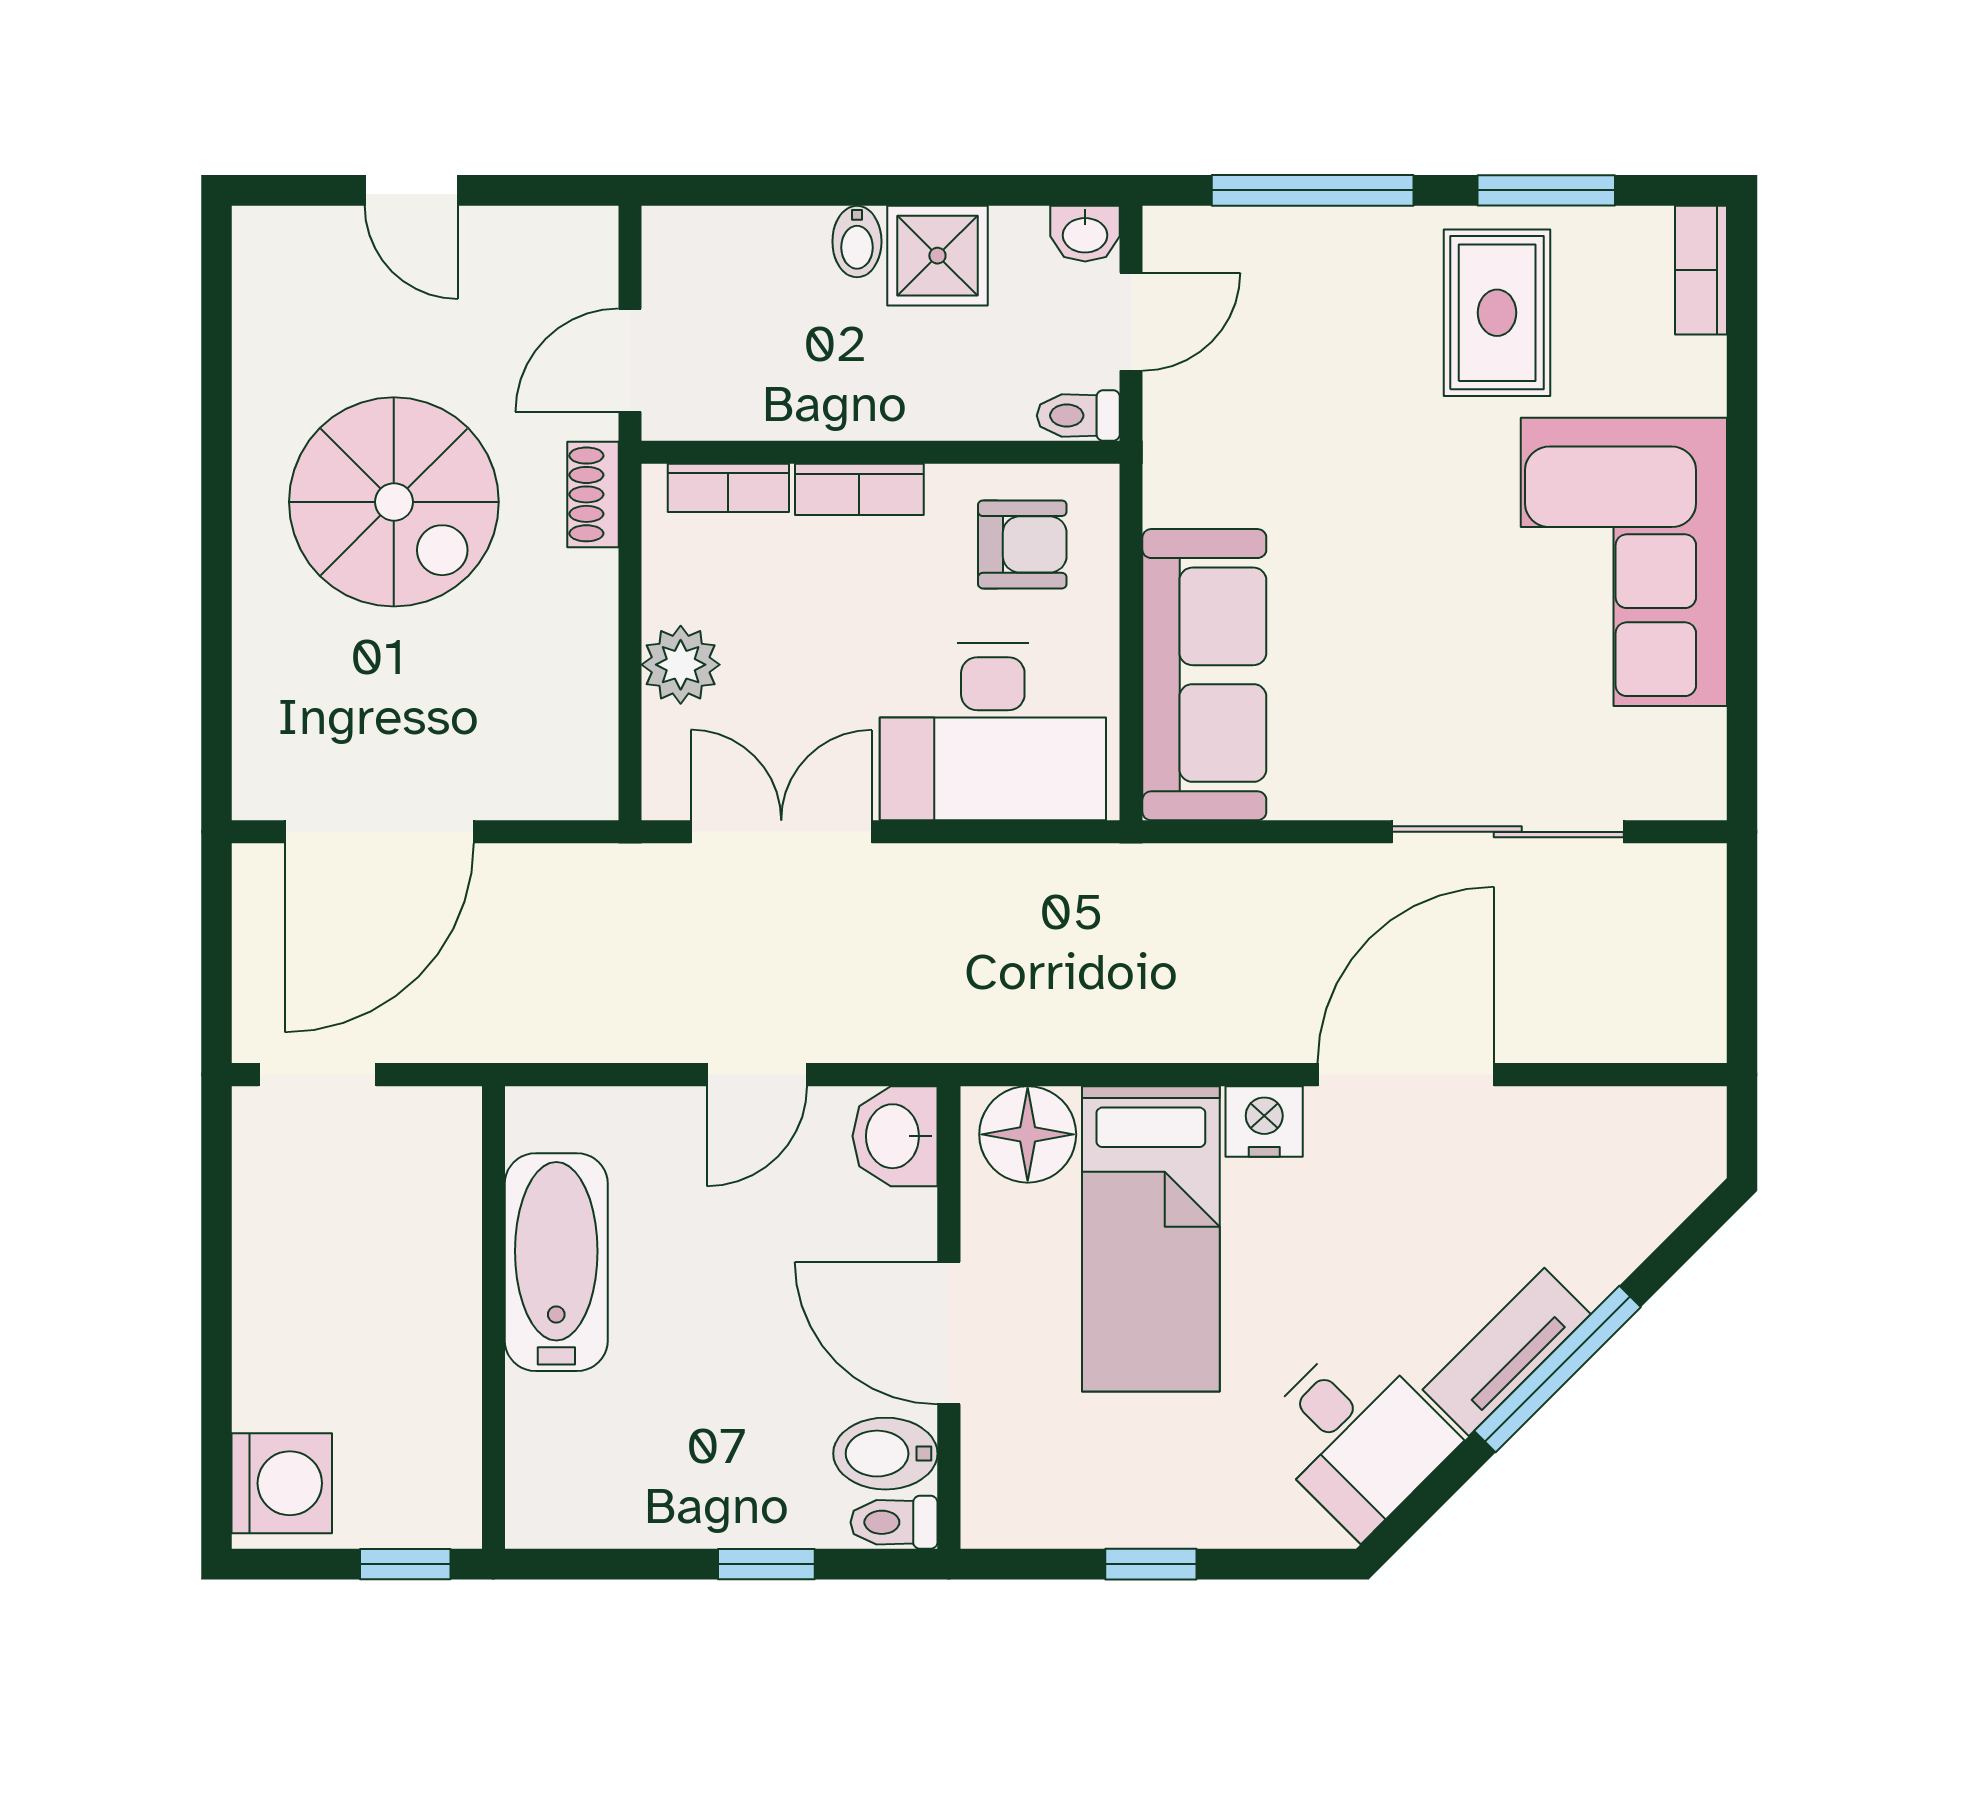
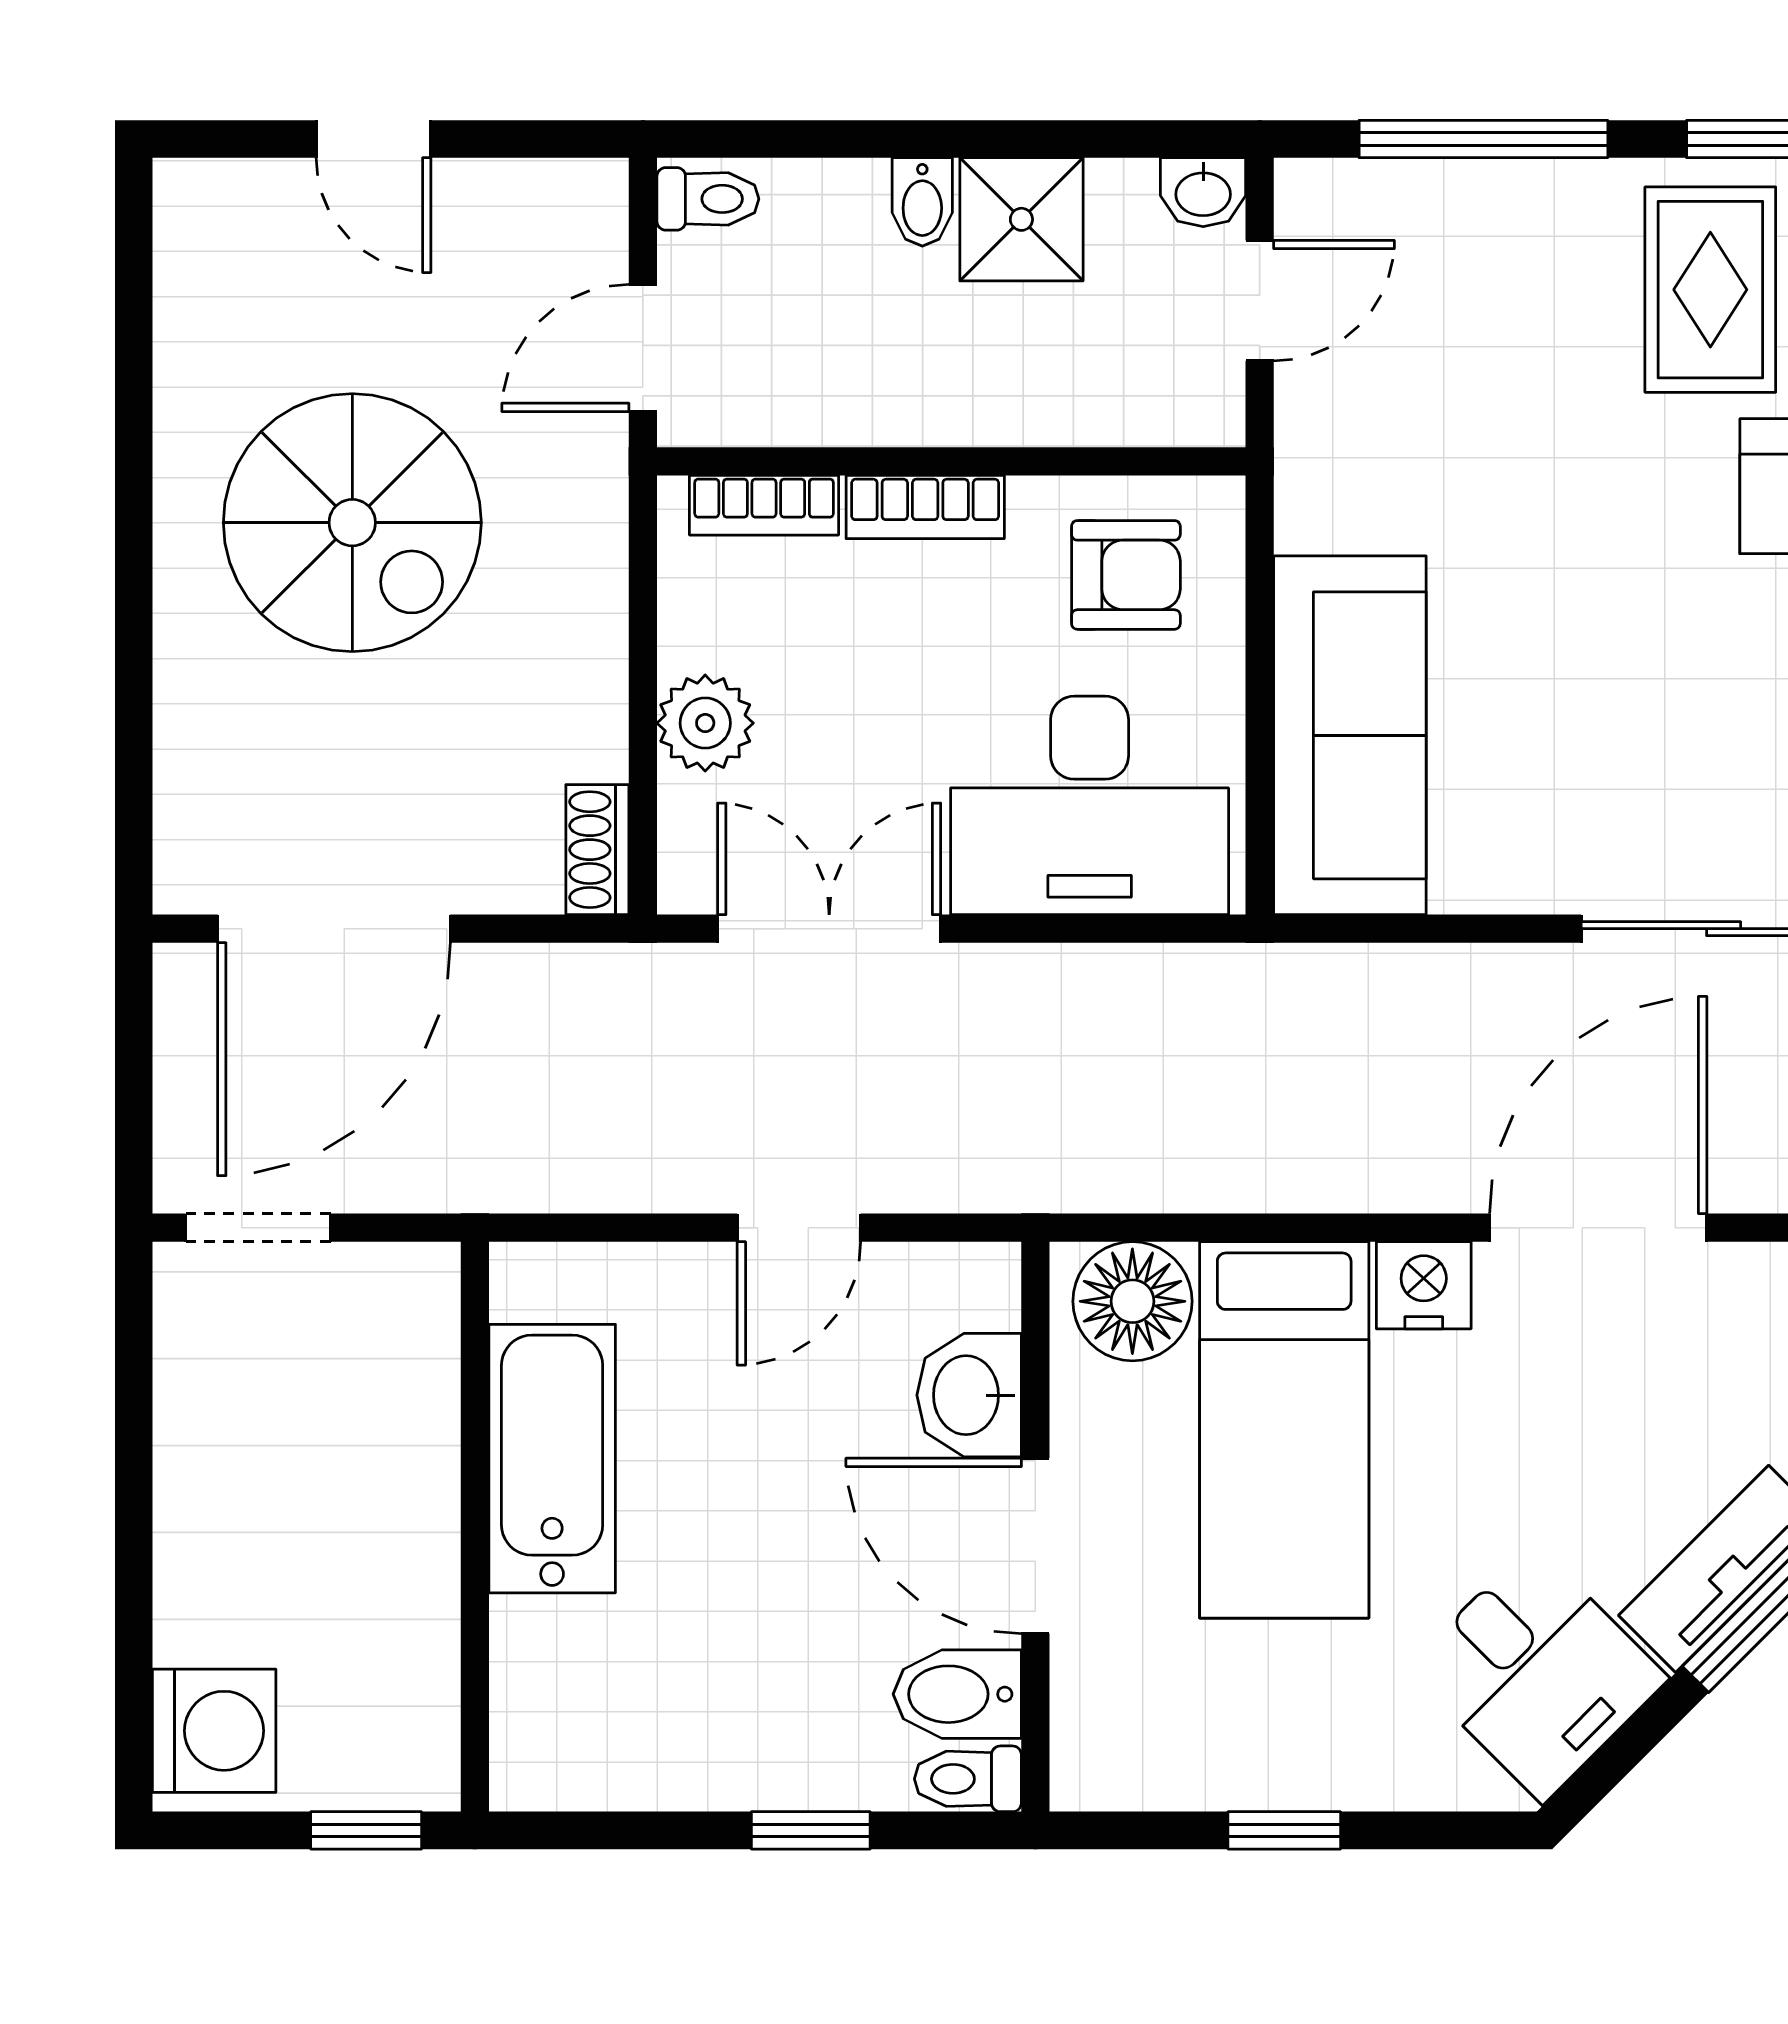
toilet: (1078, 416) -> (708, 199), moved, turned 180
shoe rack: (593, 494) -> (597, 850), moved
washbasin: (895, 1136) -> (969, 1395), moved

